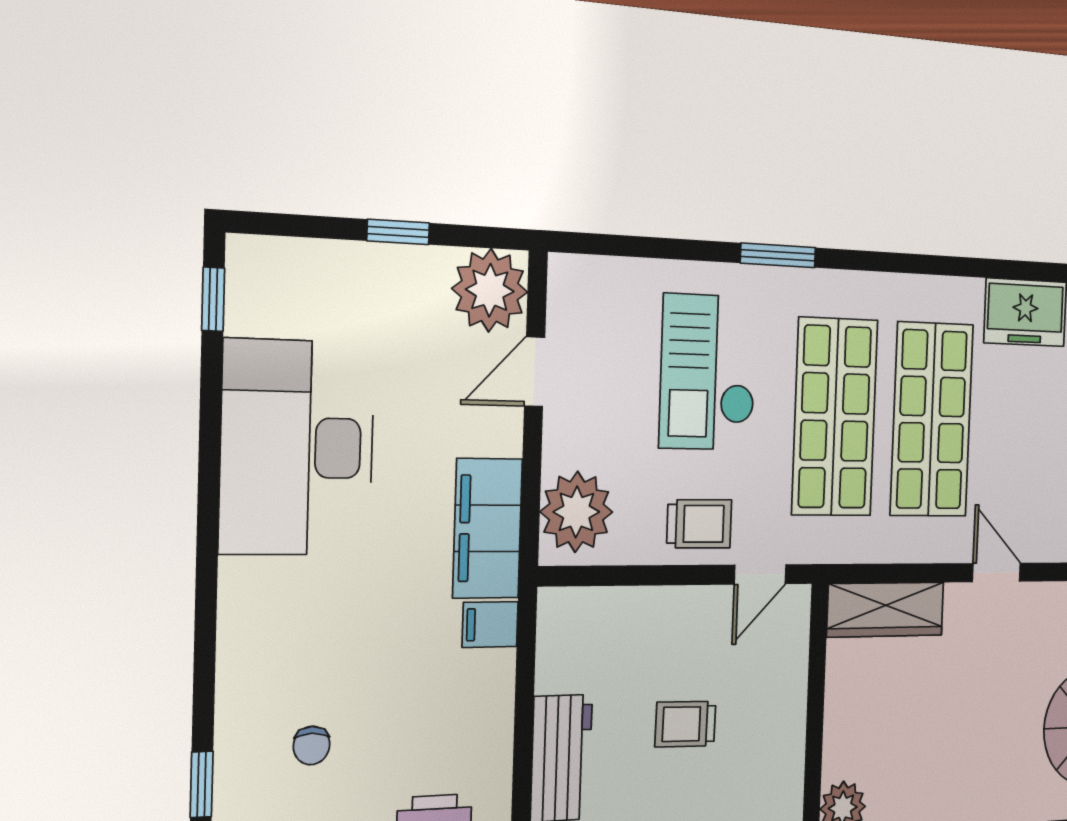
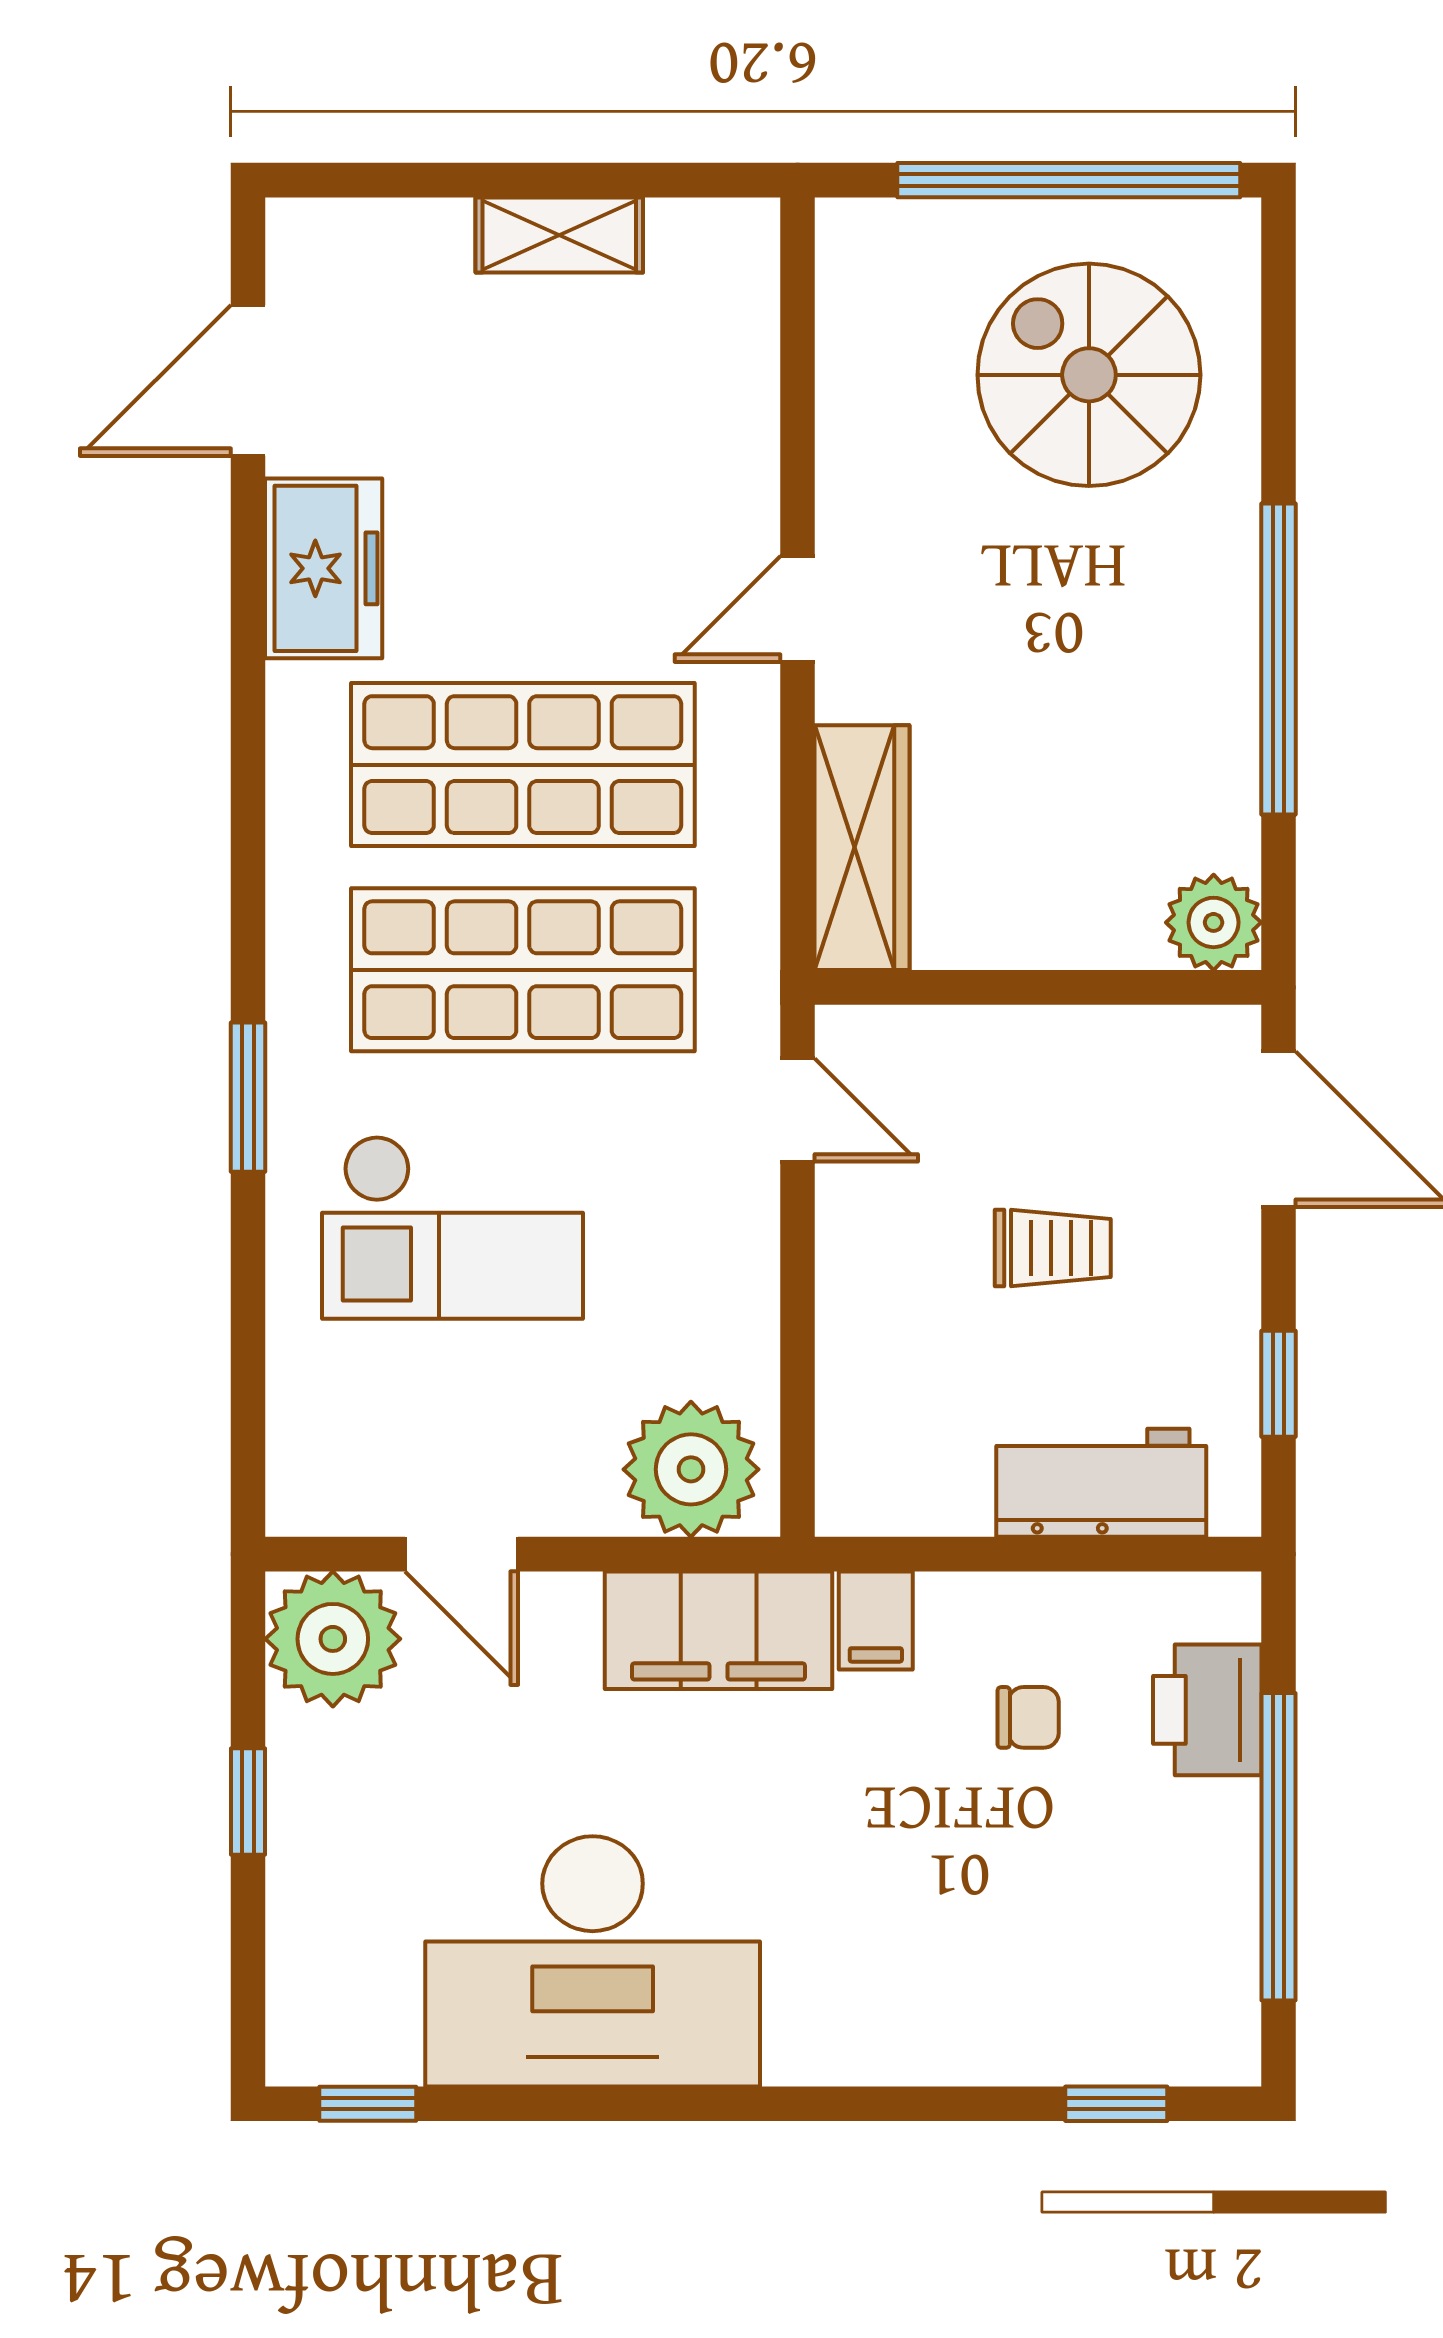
trolley: (699, 524) -> (710, 1235), removed
trolley: (685, 724) -> (1053, 1248), turned -91
chair: (312, 745) -> (1028, 1717), moved

